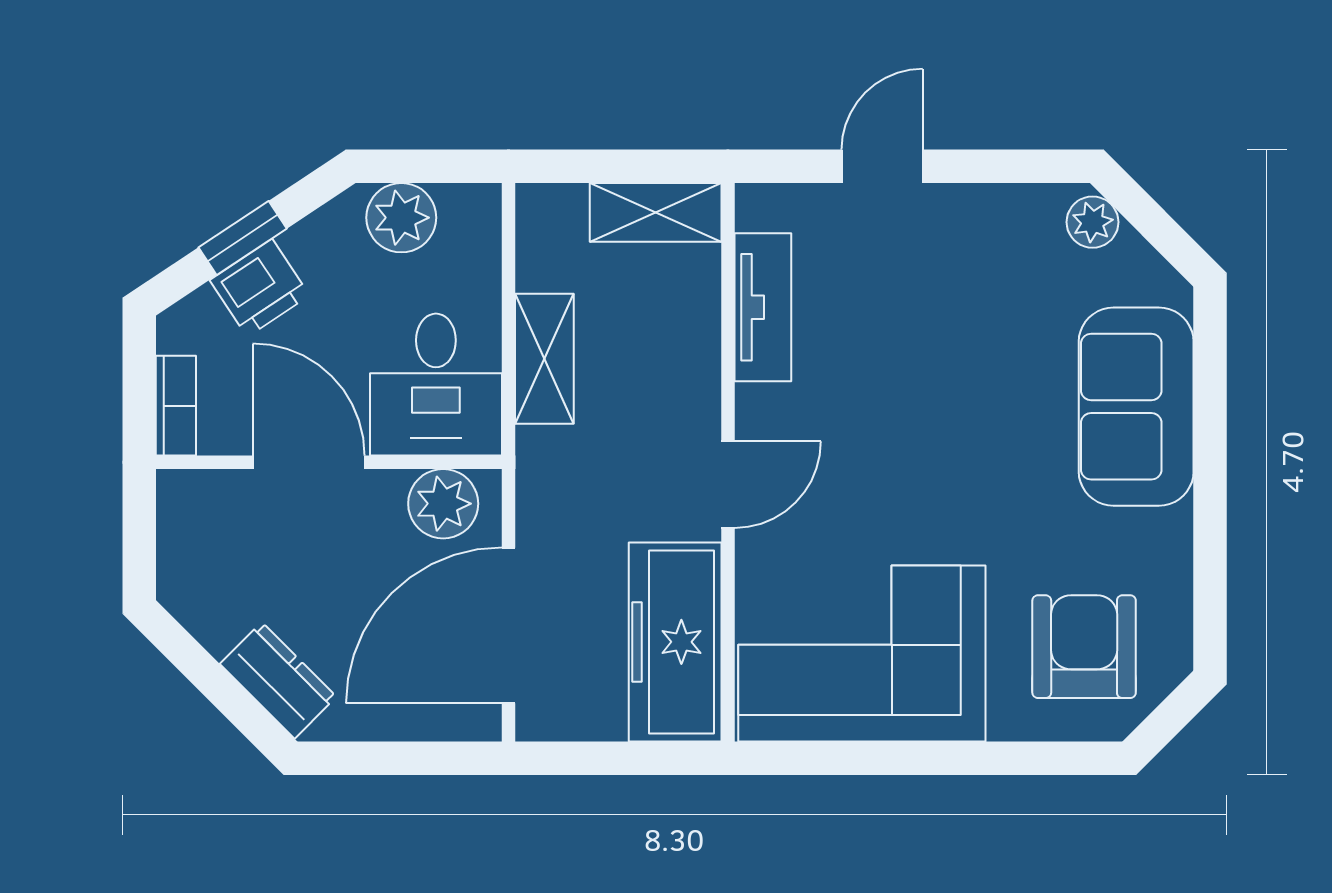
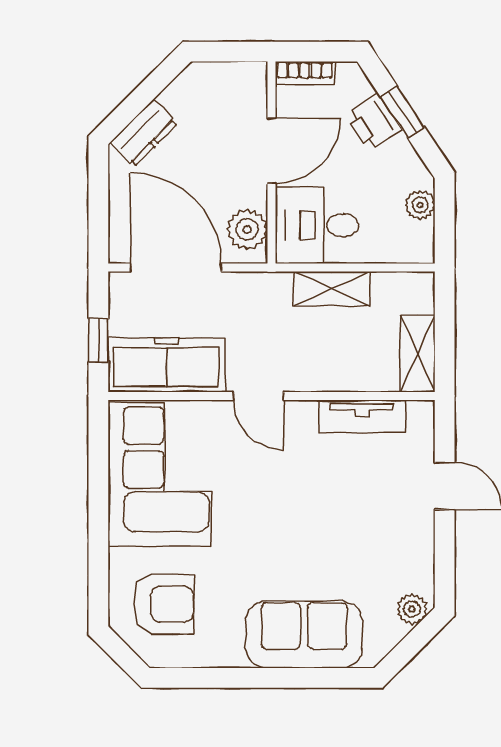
plant: (401, 218) -> (420, 205), width x0.73, depth x0.73
window: (633, 758) -> (98, 340), added

